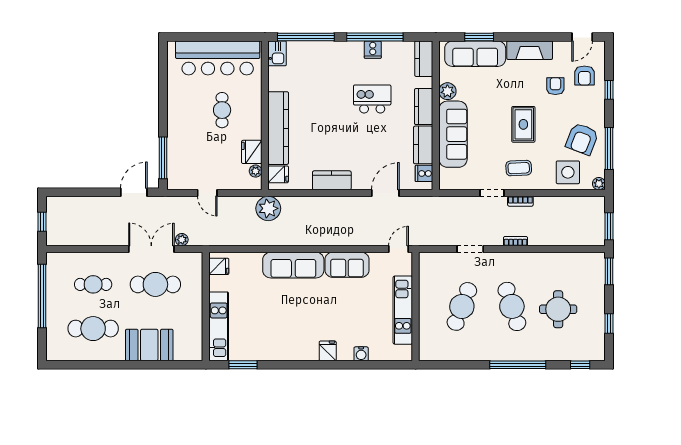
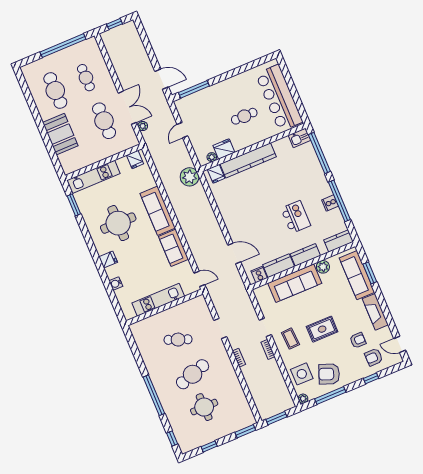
kitchen counter: (332, 180) -> (228, 213), removed
cafe table: (462, 306) -> (178, 340), width x0.73, depth x0.74
round table: (288, 320) -> (118, 223), added

